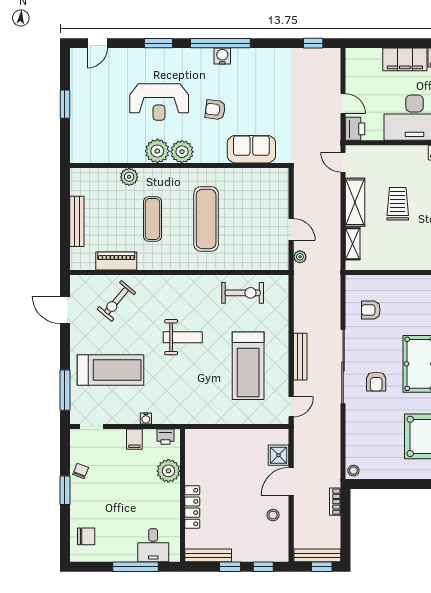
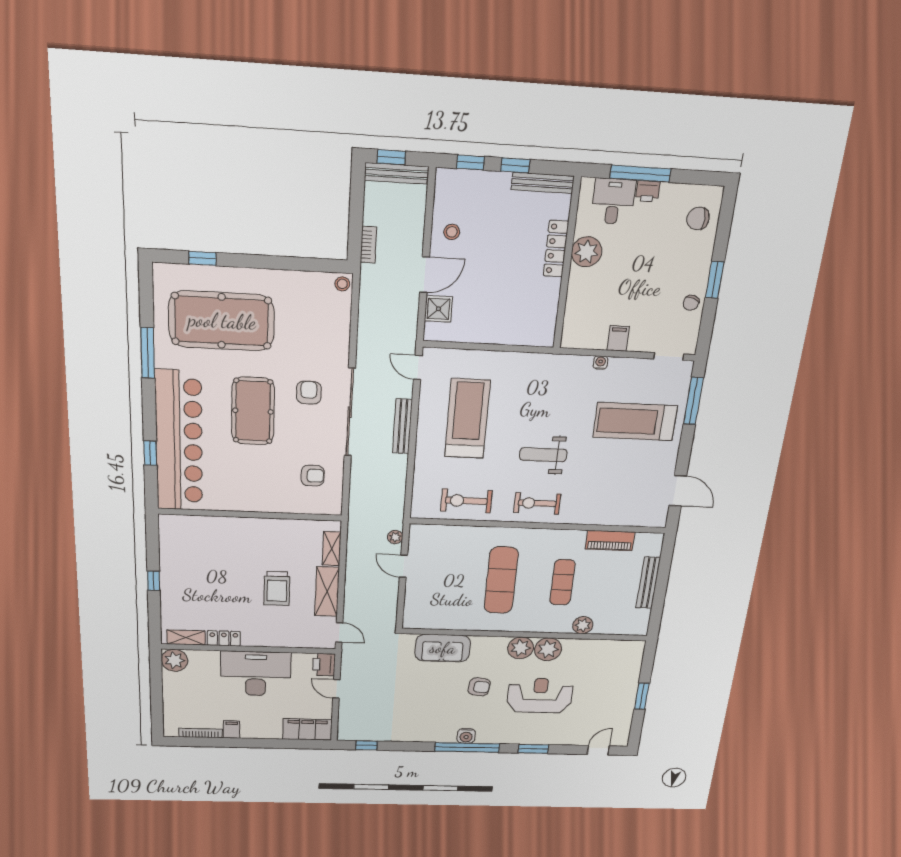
filing cabinet: (405, 59) -> (307, 729), moved
exercise bike: (116, 301) -> (537, 503), moved, turned -130
door: (291, 407) -> (418, 367), hinge flipped
printer: (165, 437) -> (648, 191), moved, turned 180
plant: (168, 471) -> (587, 252), moved

